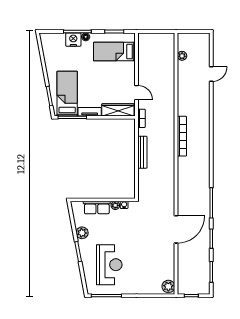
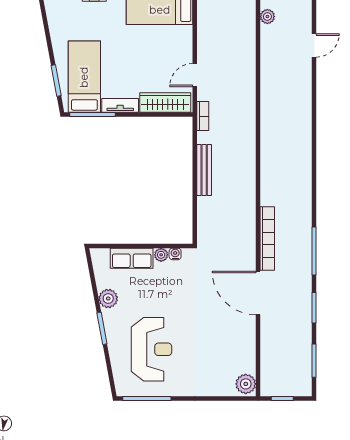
door: (136, 93) -> (195, 75), swing flipped
bookcase: (182, 136) -> (267, 239), moved
door: (176, 229) -> (258, 293), swing flipped

